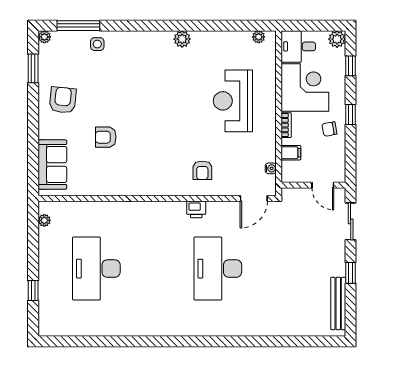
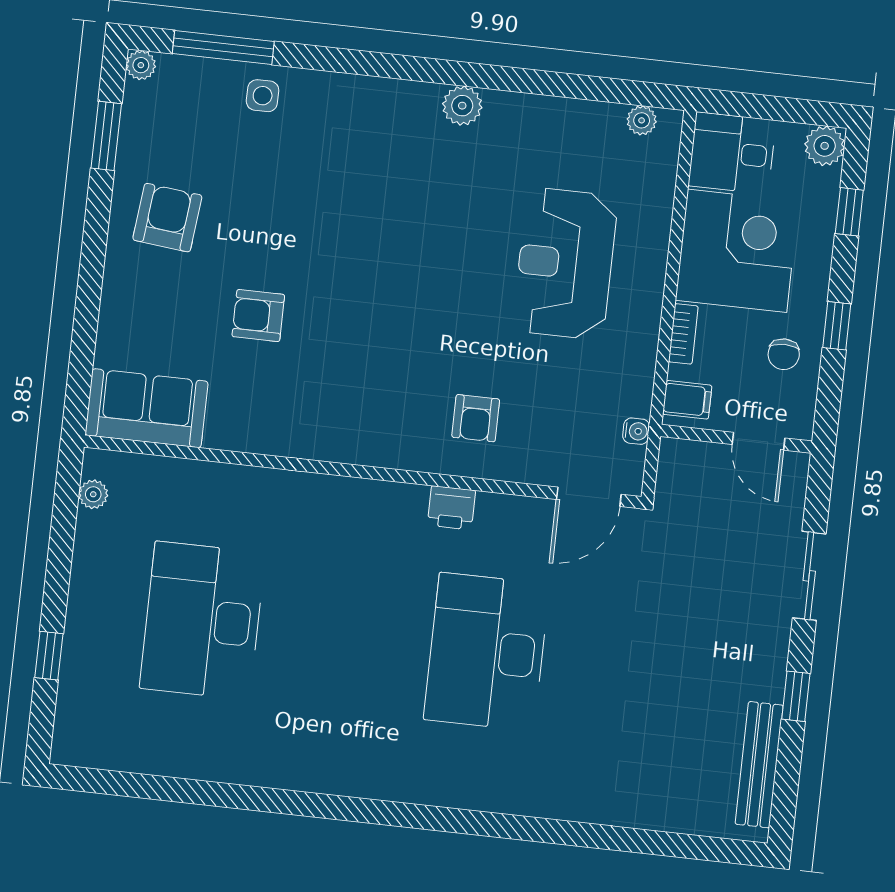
chair: (329, 129) -> (784, 354), turned -80
sofa: (52, 164) -> (147, 408), moved, turned -90
wall: (313, 185) -> (736, 439), moved
door: (323, 185) -> (759, 441), moved

